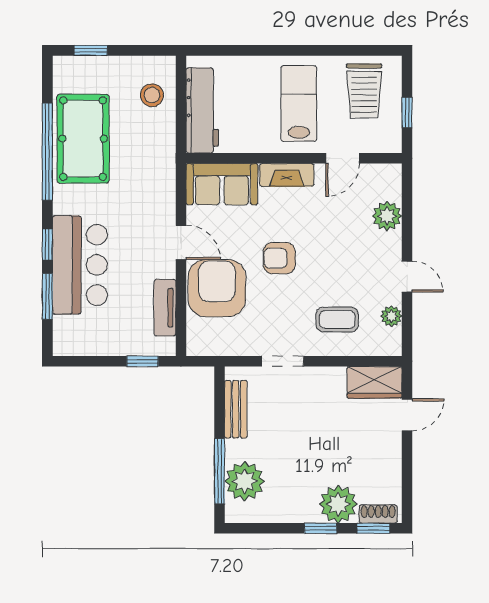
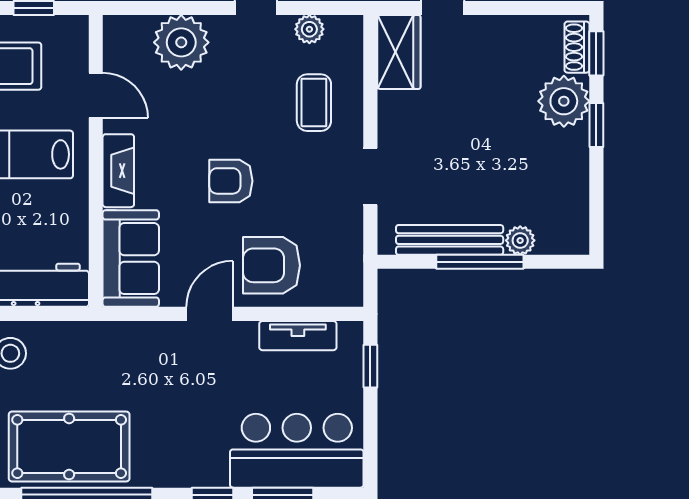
plant: (387, 216) -> (181, 42), width x1.36, depth x1.36
armchair: (279, 258) -> (231, 181), turned 90
bar counter: (80, 265) -> (297, 451), moved
armchair: (217, 288) -> (271, 265), width x0.73, depth x0.73
bench: (236, 409) -> (450, 240), width x1.36
window: (220, 471) -> (480, 262), moved
plant: (245, 481) -> (520, 240), width x0.53, depth x0.53

